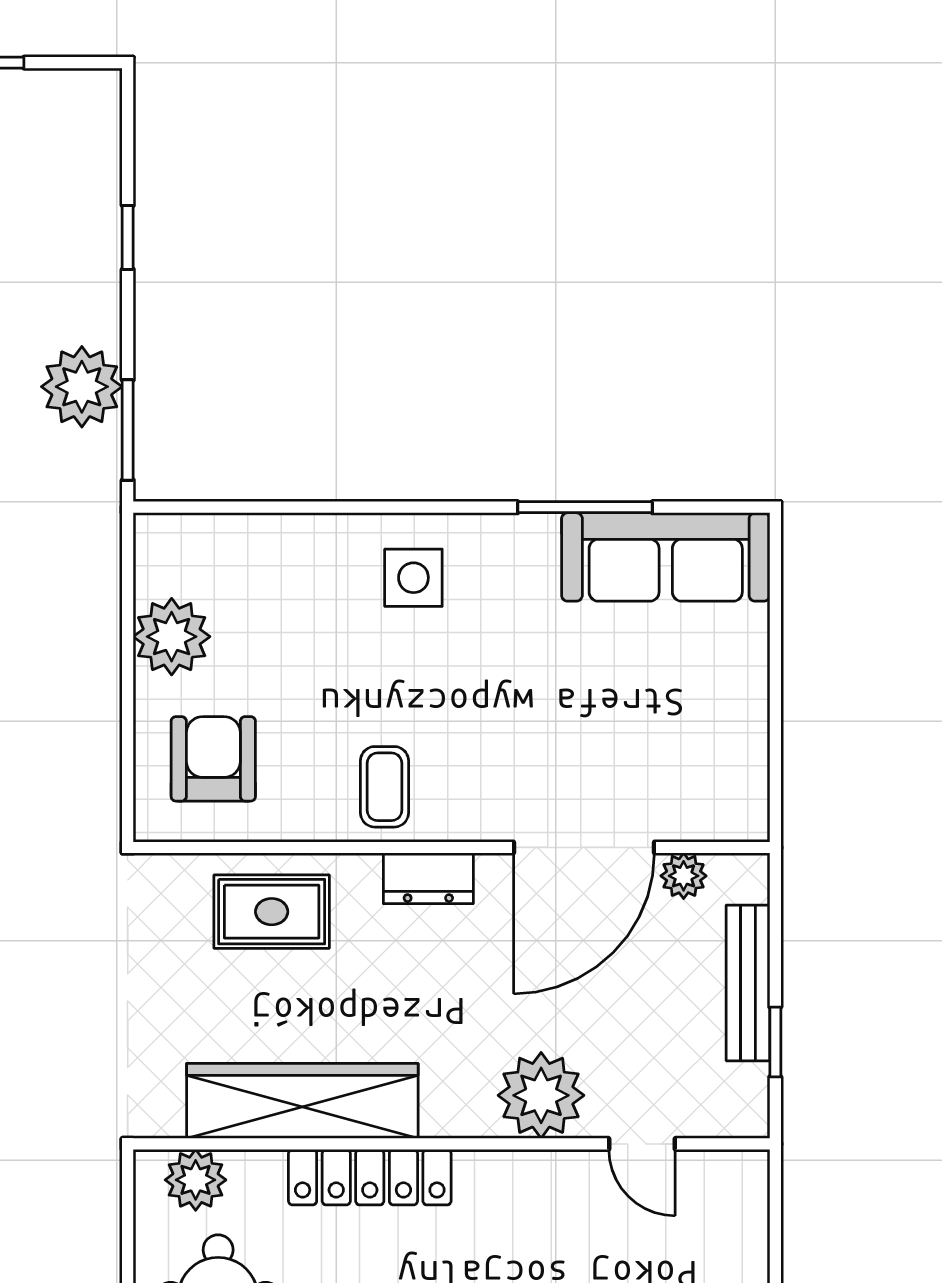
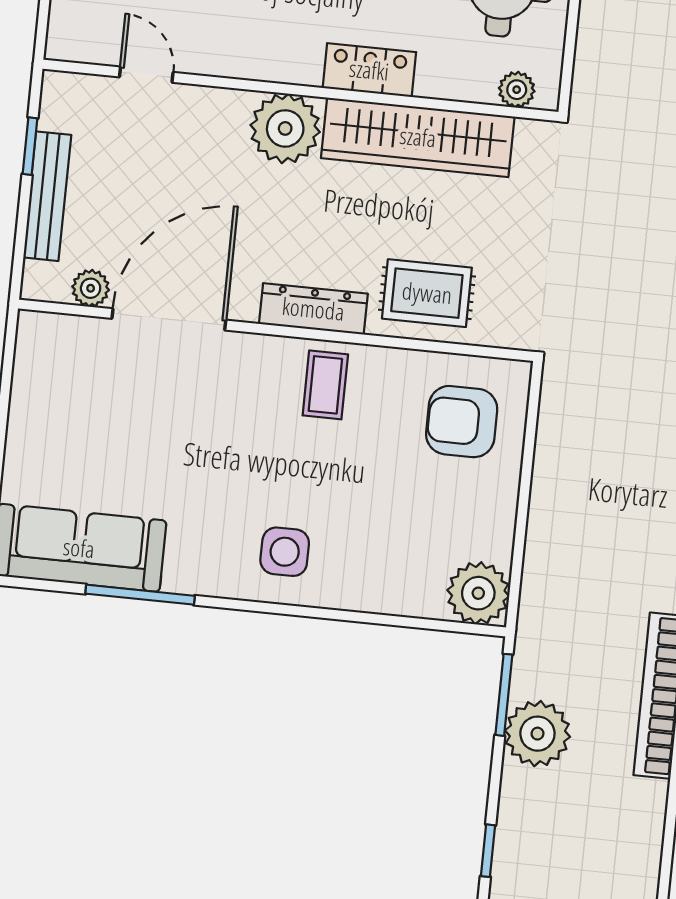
plant: (172, 637) -> (478, 593), moved
armchair: (213, 759) -> (462, 422), turned 90
dresser: (428, 878) -> (313, 309), width x1.44
plant: (541, 1095) -> (285, 128), moved
locker: (370, 1177) -> (369, 70), width x0.66
plant: (196, 1180) -> (517, 90), width x0.73, depth x0.73

